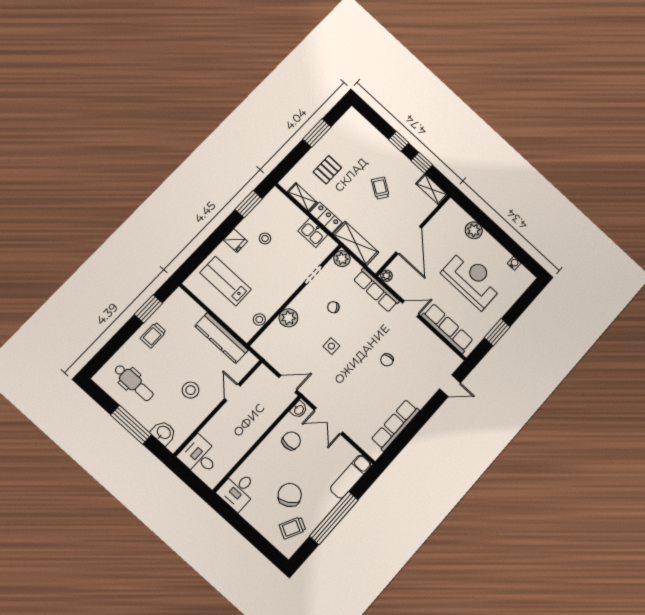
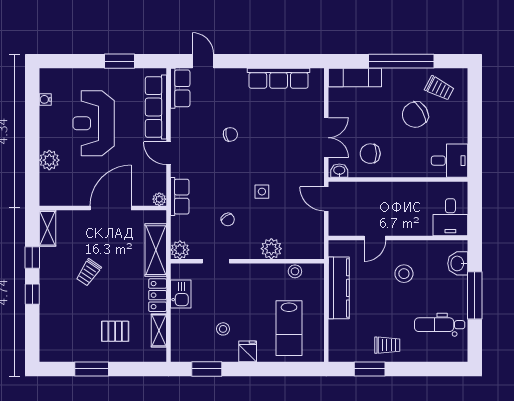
row of seats: (376, 290) -> (180, 197), width x0.68
row of seats: (446, 355) -> (180, 88), added
dental chair: (134, 383) -> (440, 325), turned -90

